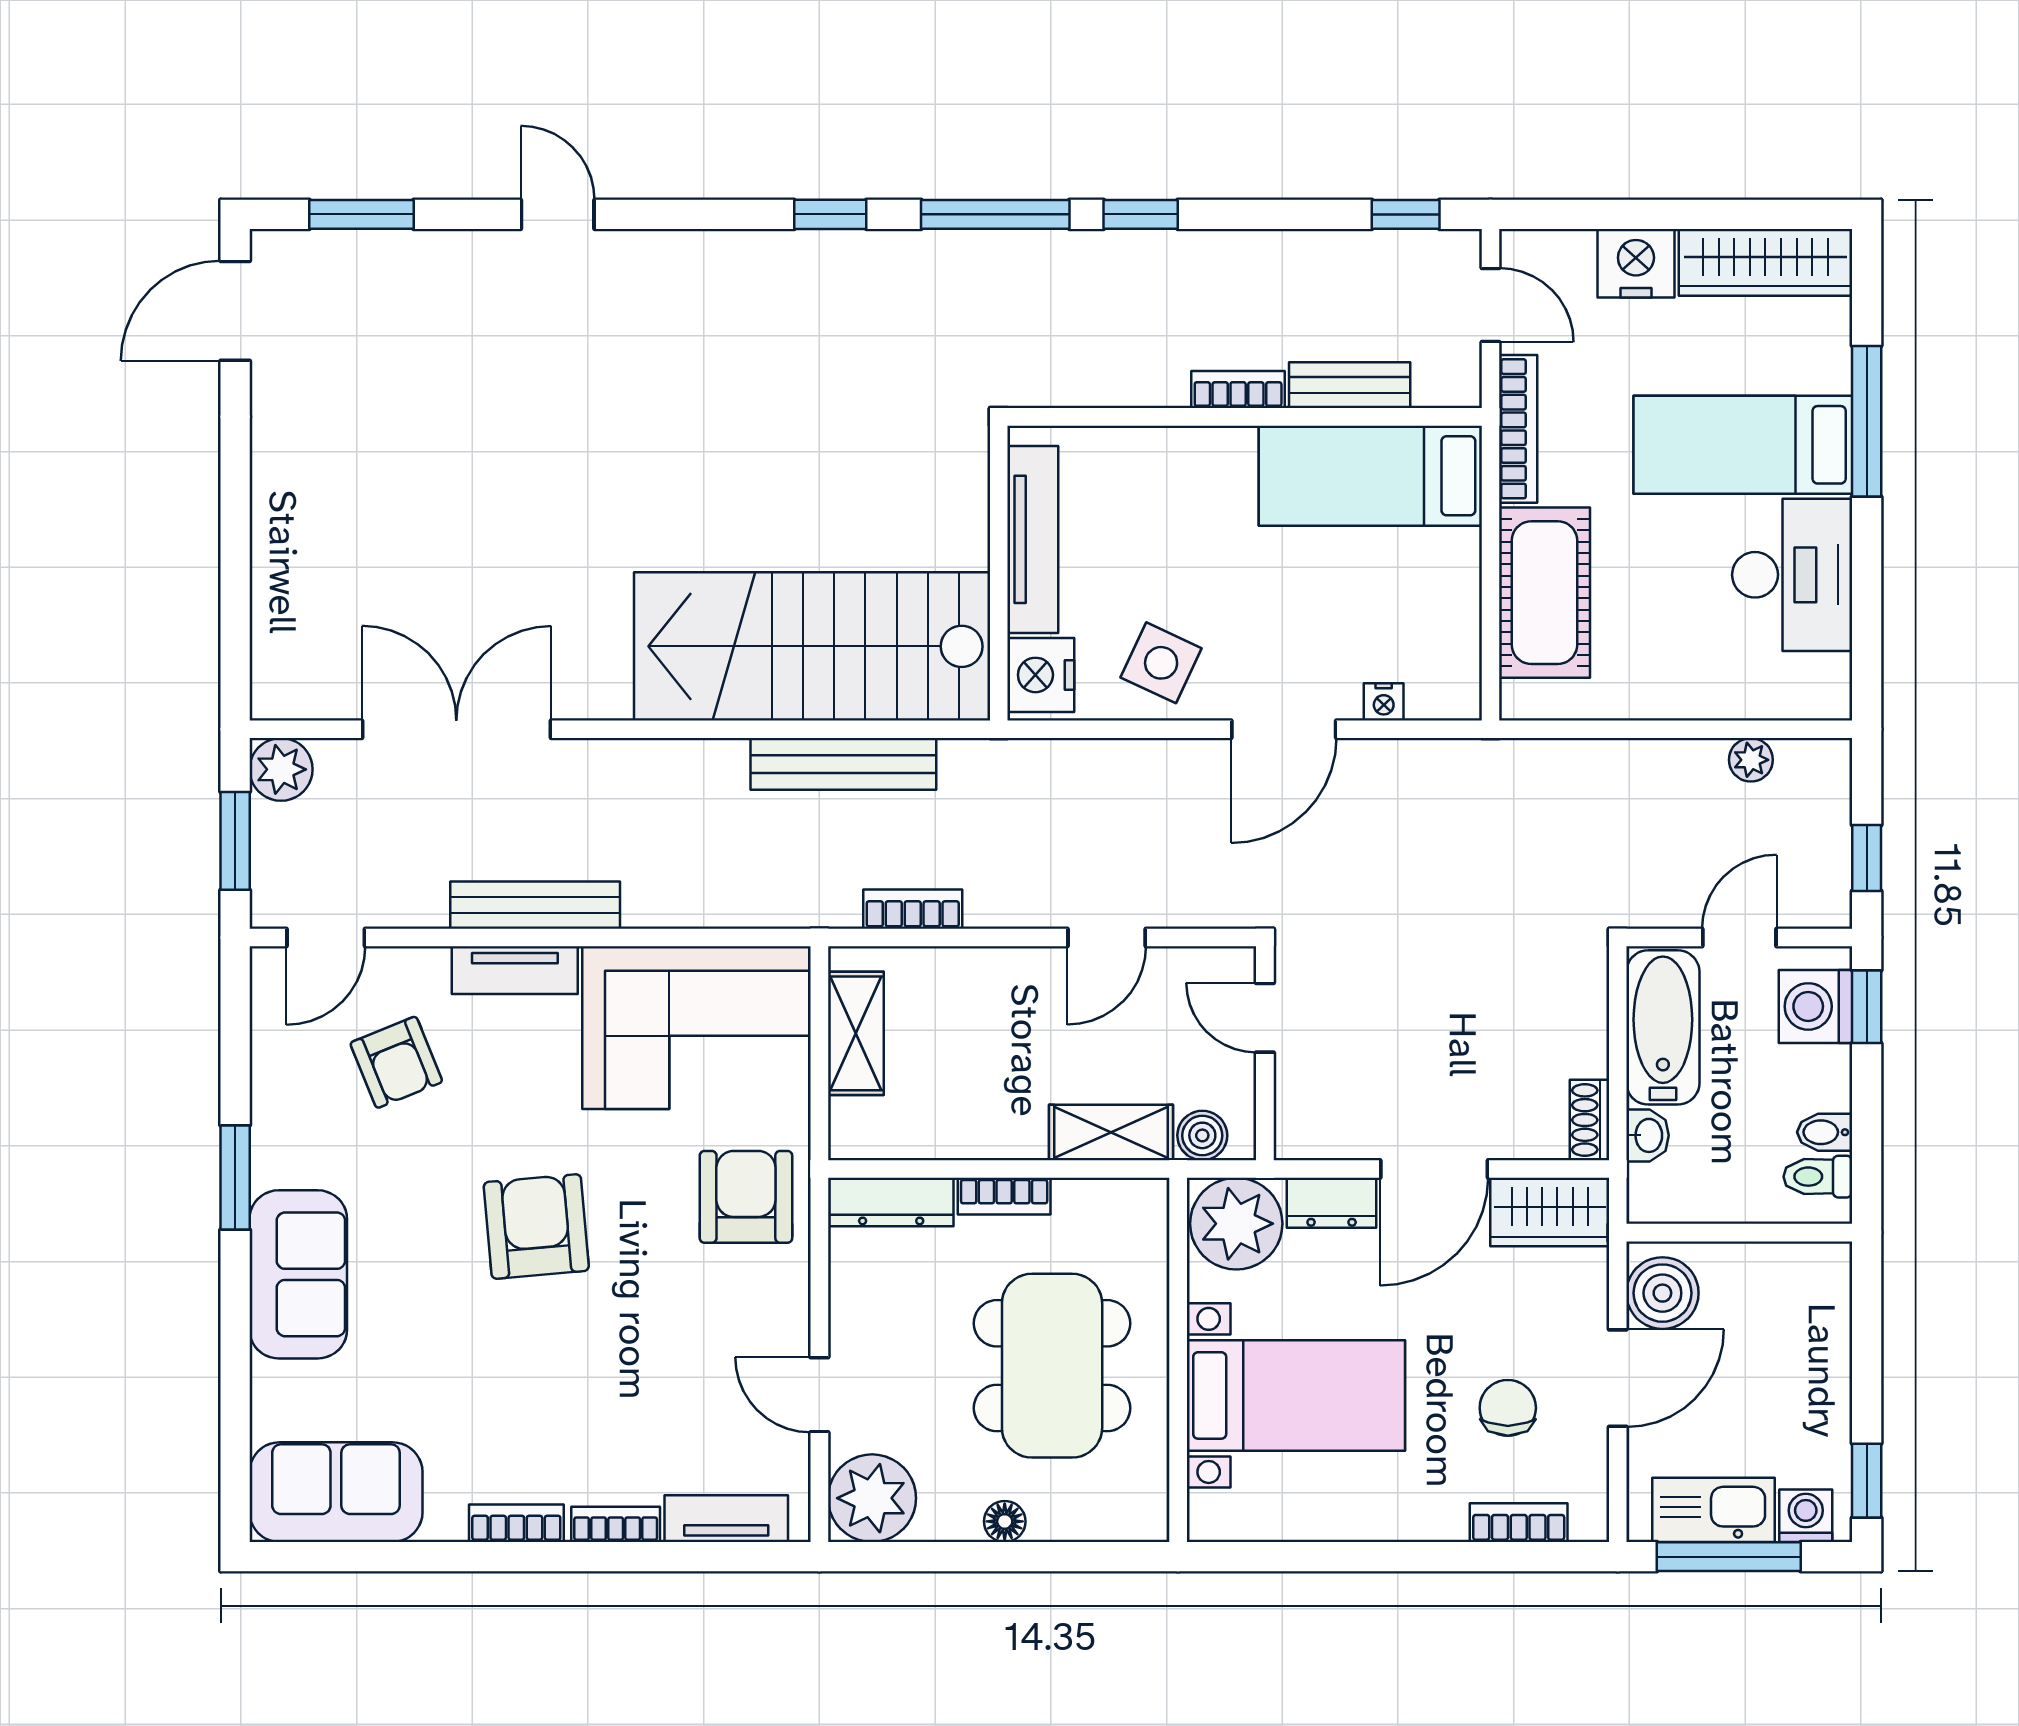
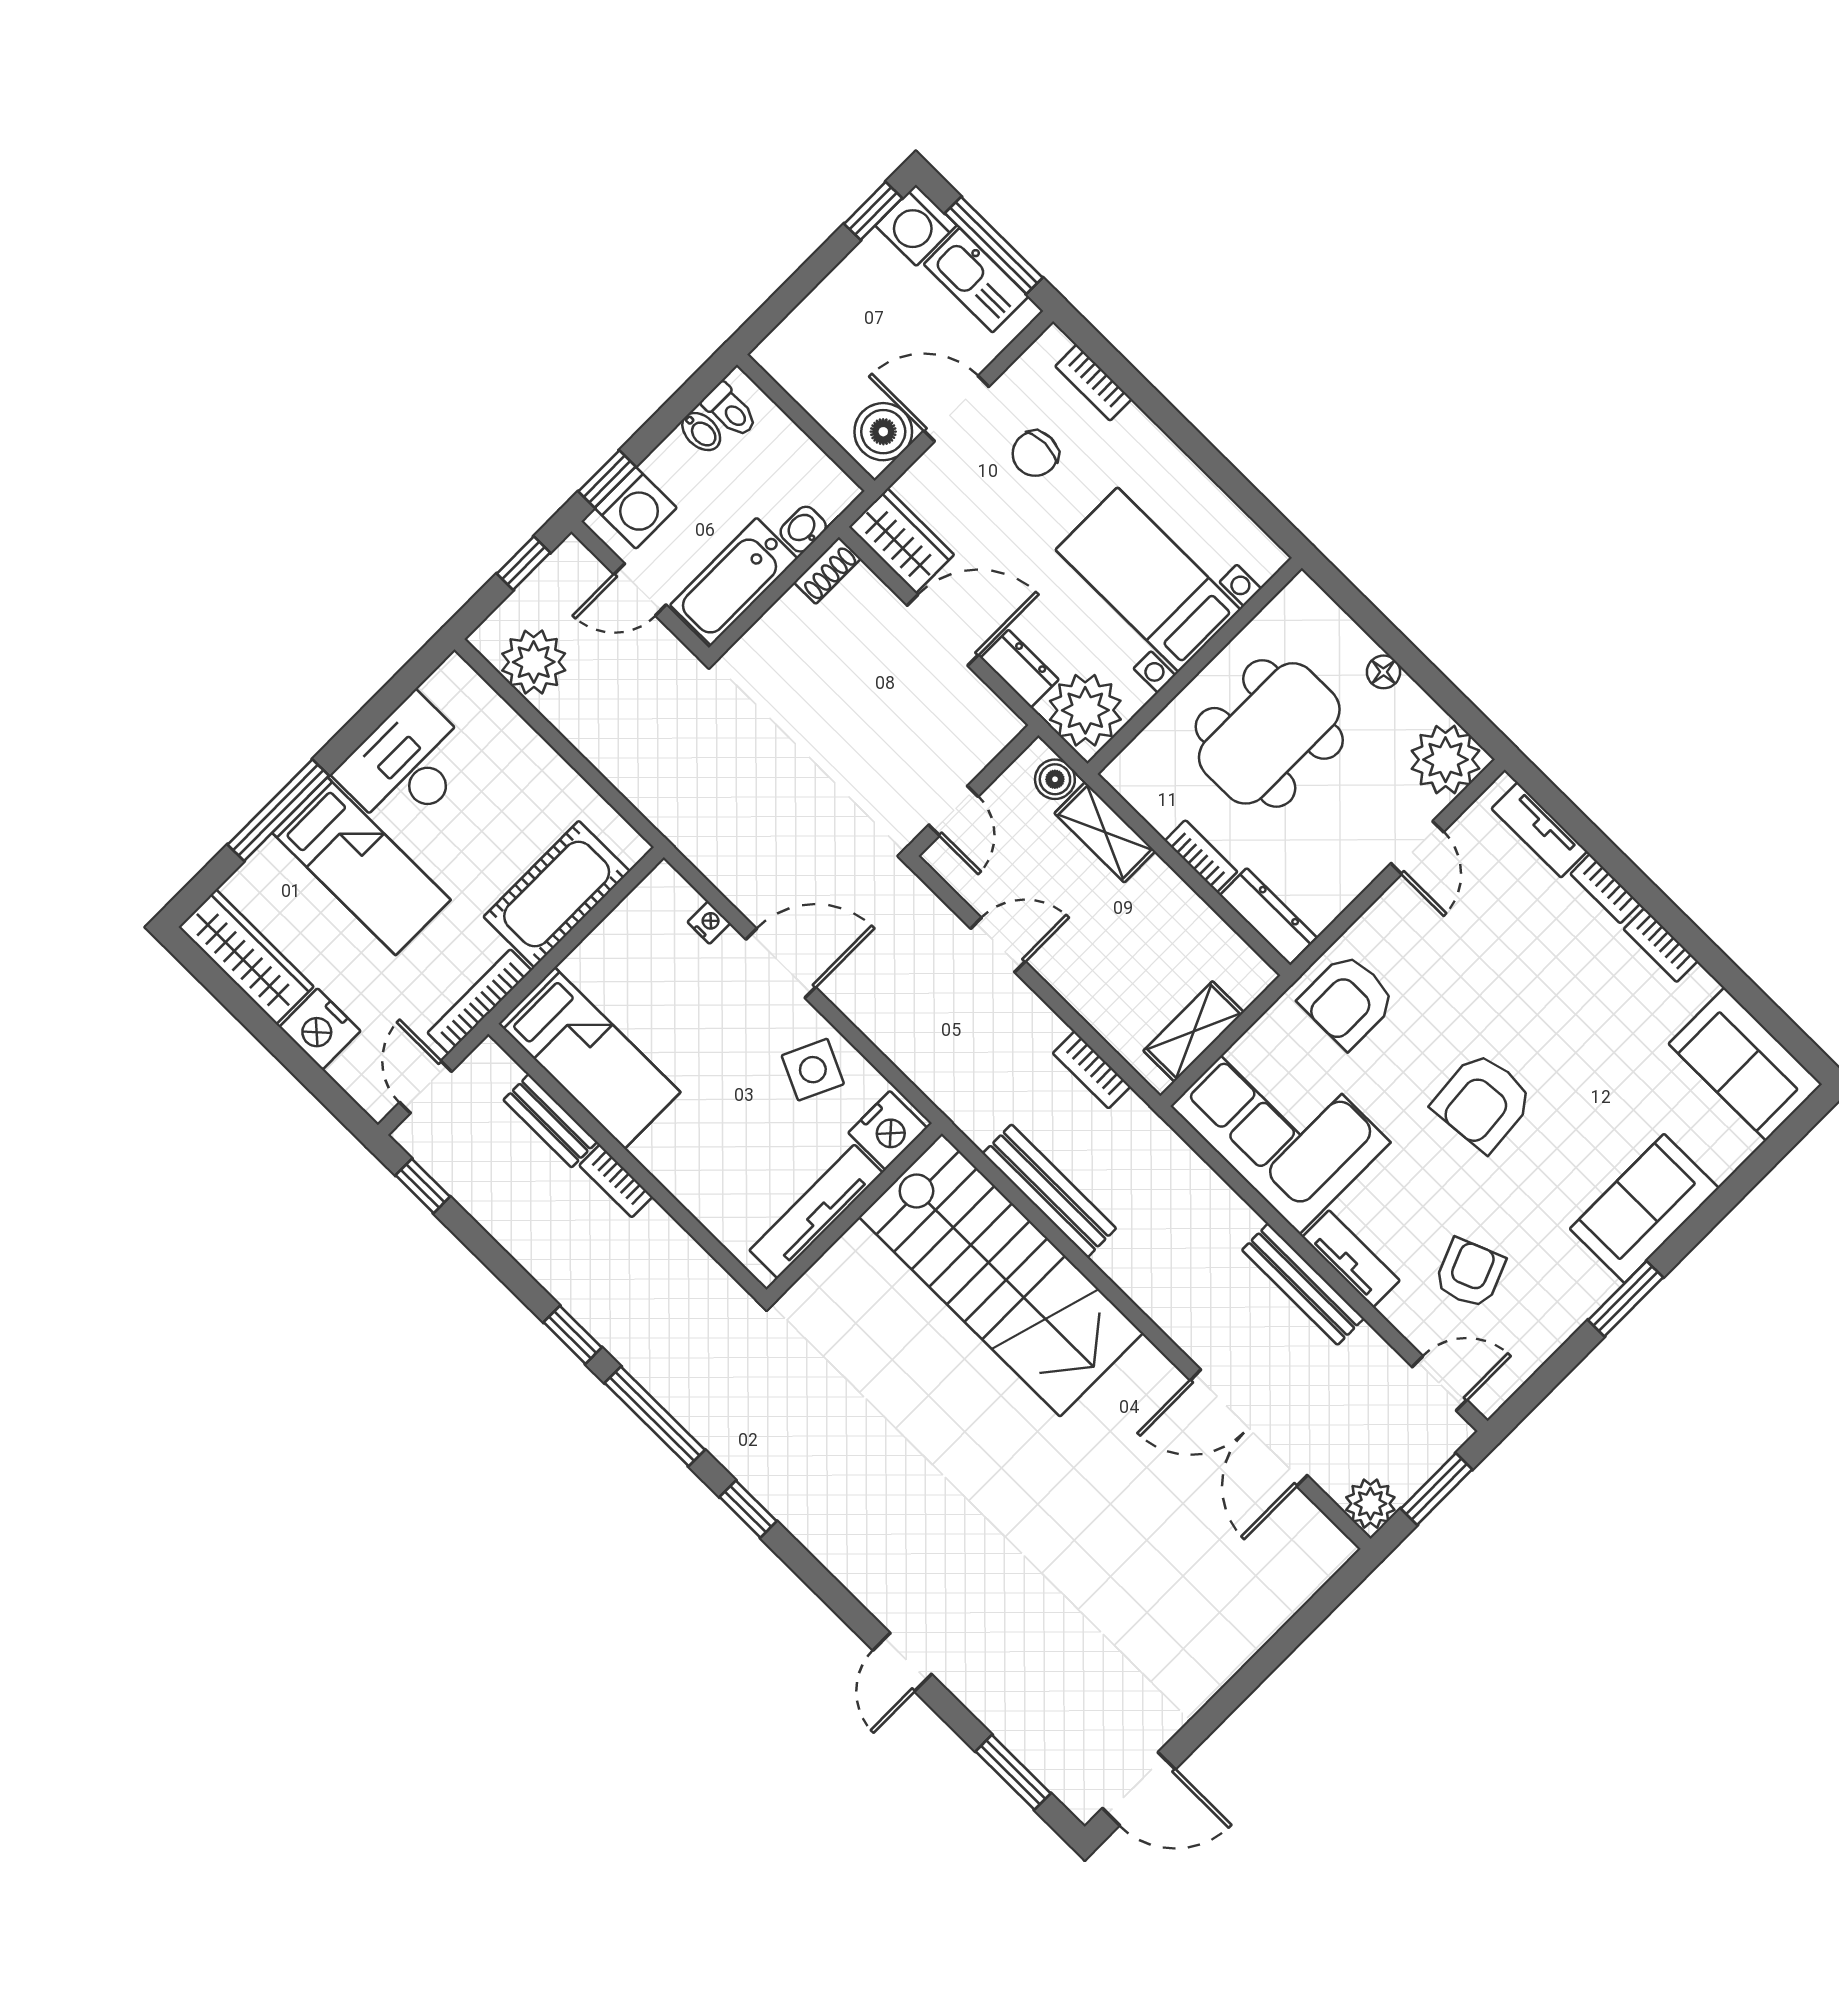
plant: (1751, 760) -> (534, 662), width x1.88, depth x1.88
washing machine: (1806, 1516) -> (916, 225), width x1.38, depth x1.38

